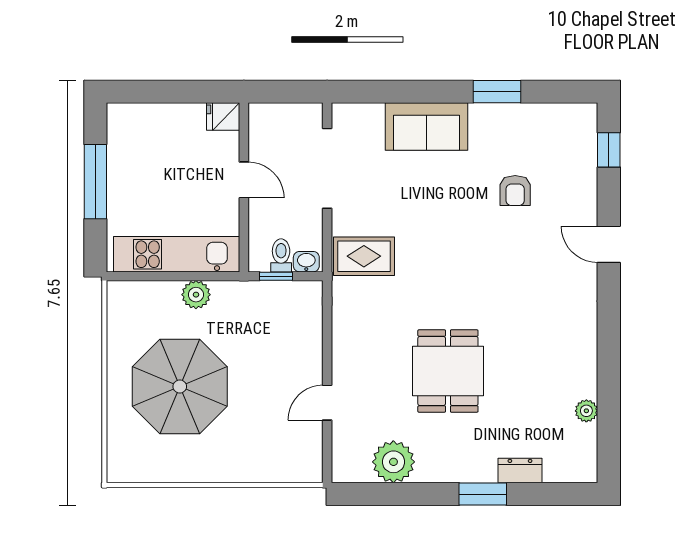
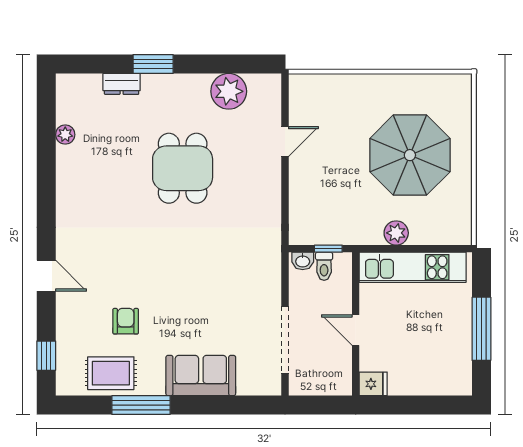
window: (497, 92) -> (141, 405), width x1.44
rug: (364, 256) -> (111, 373), moved

